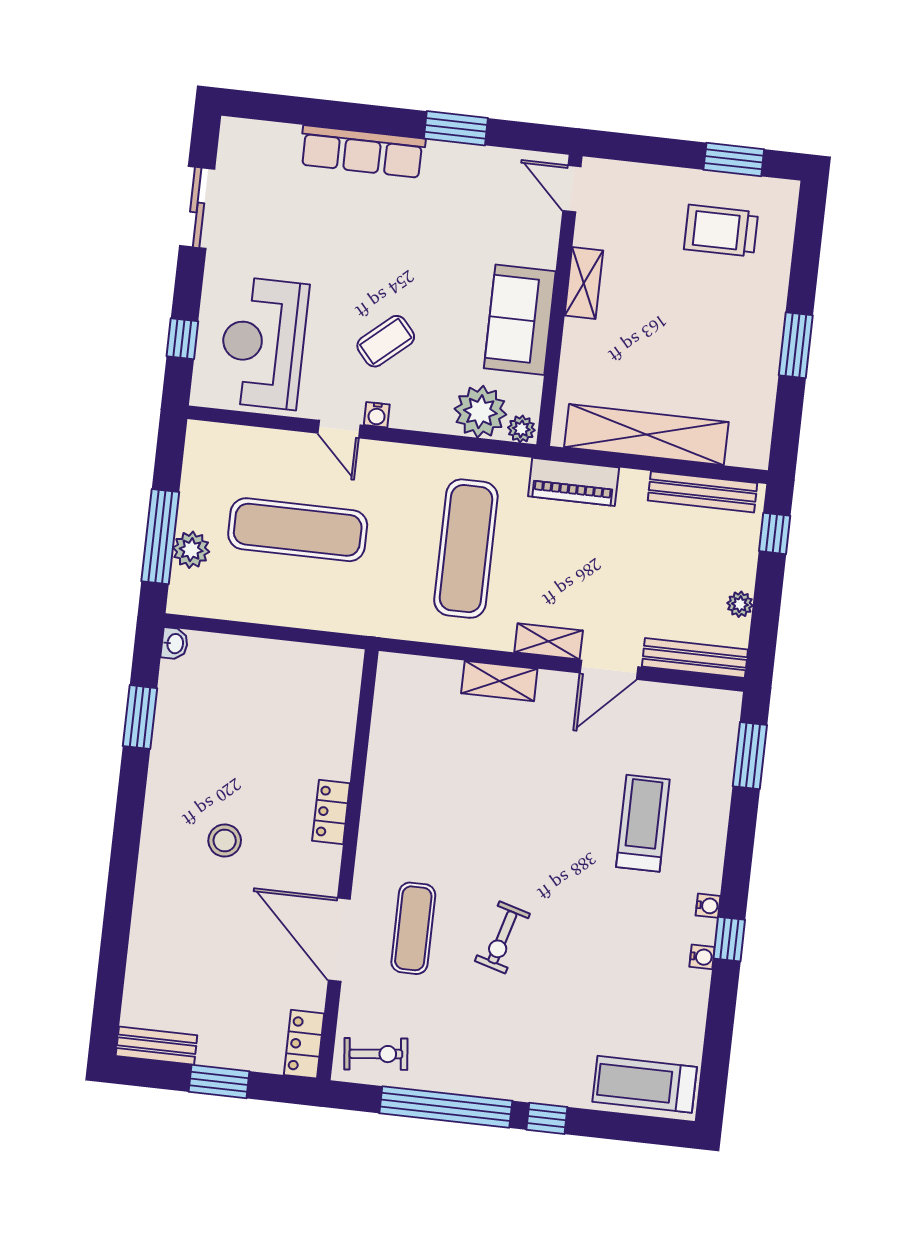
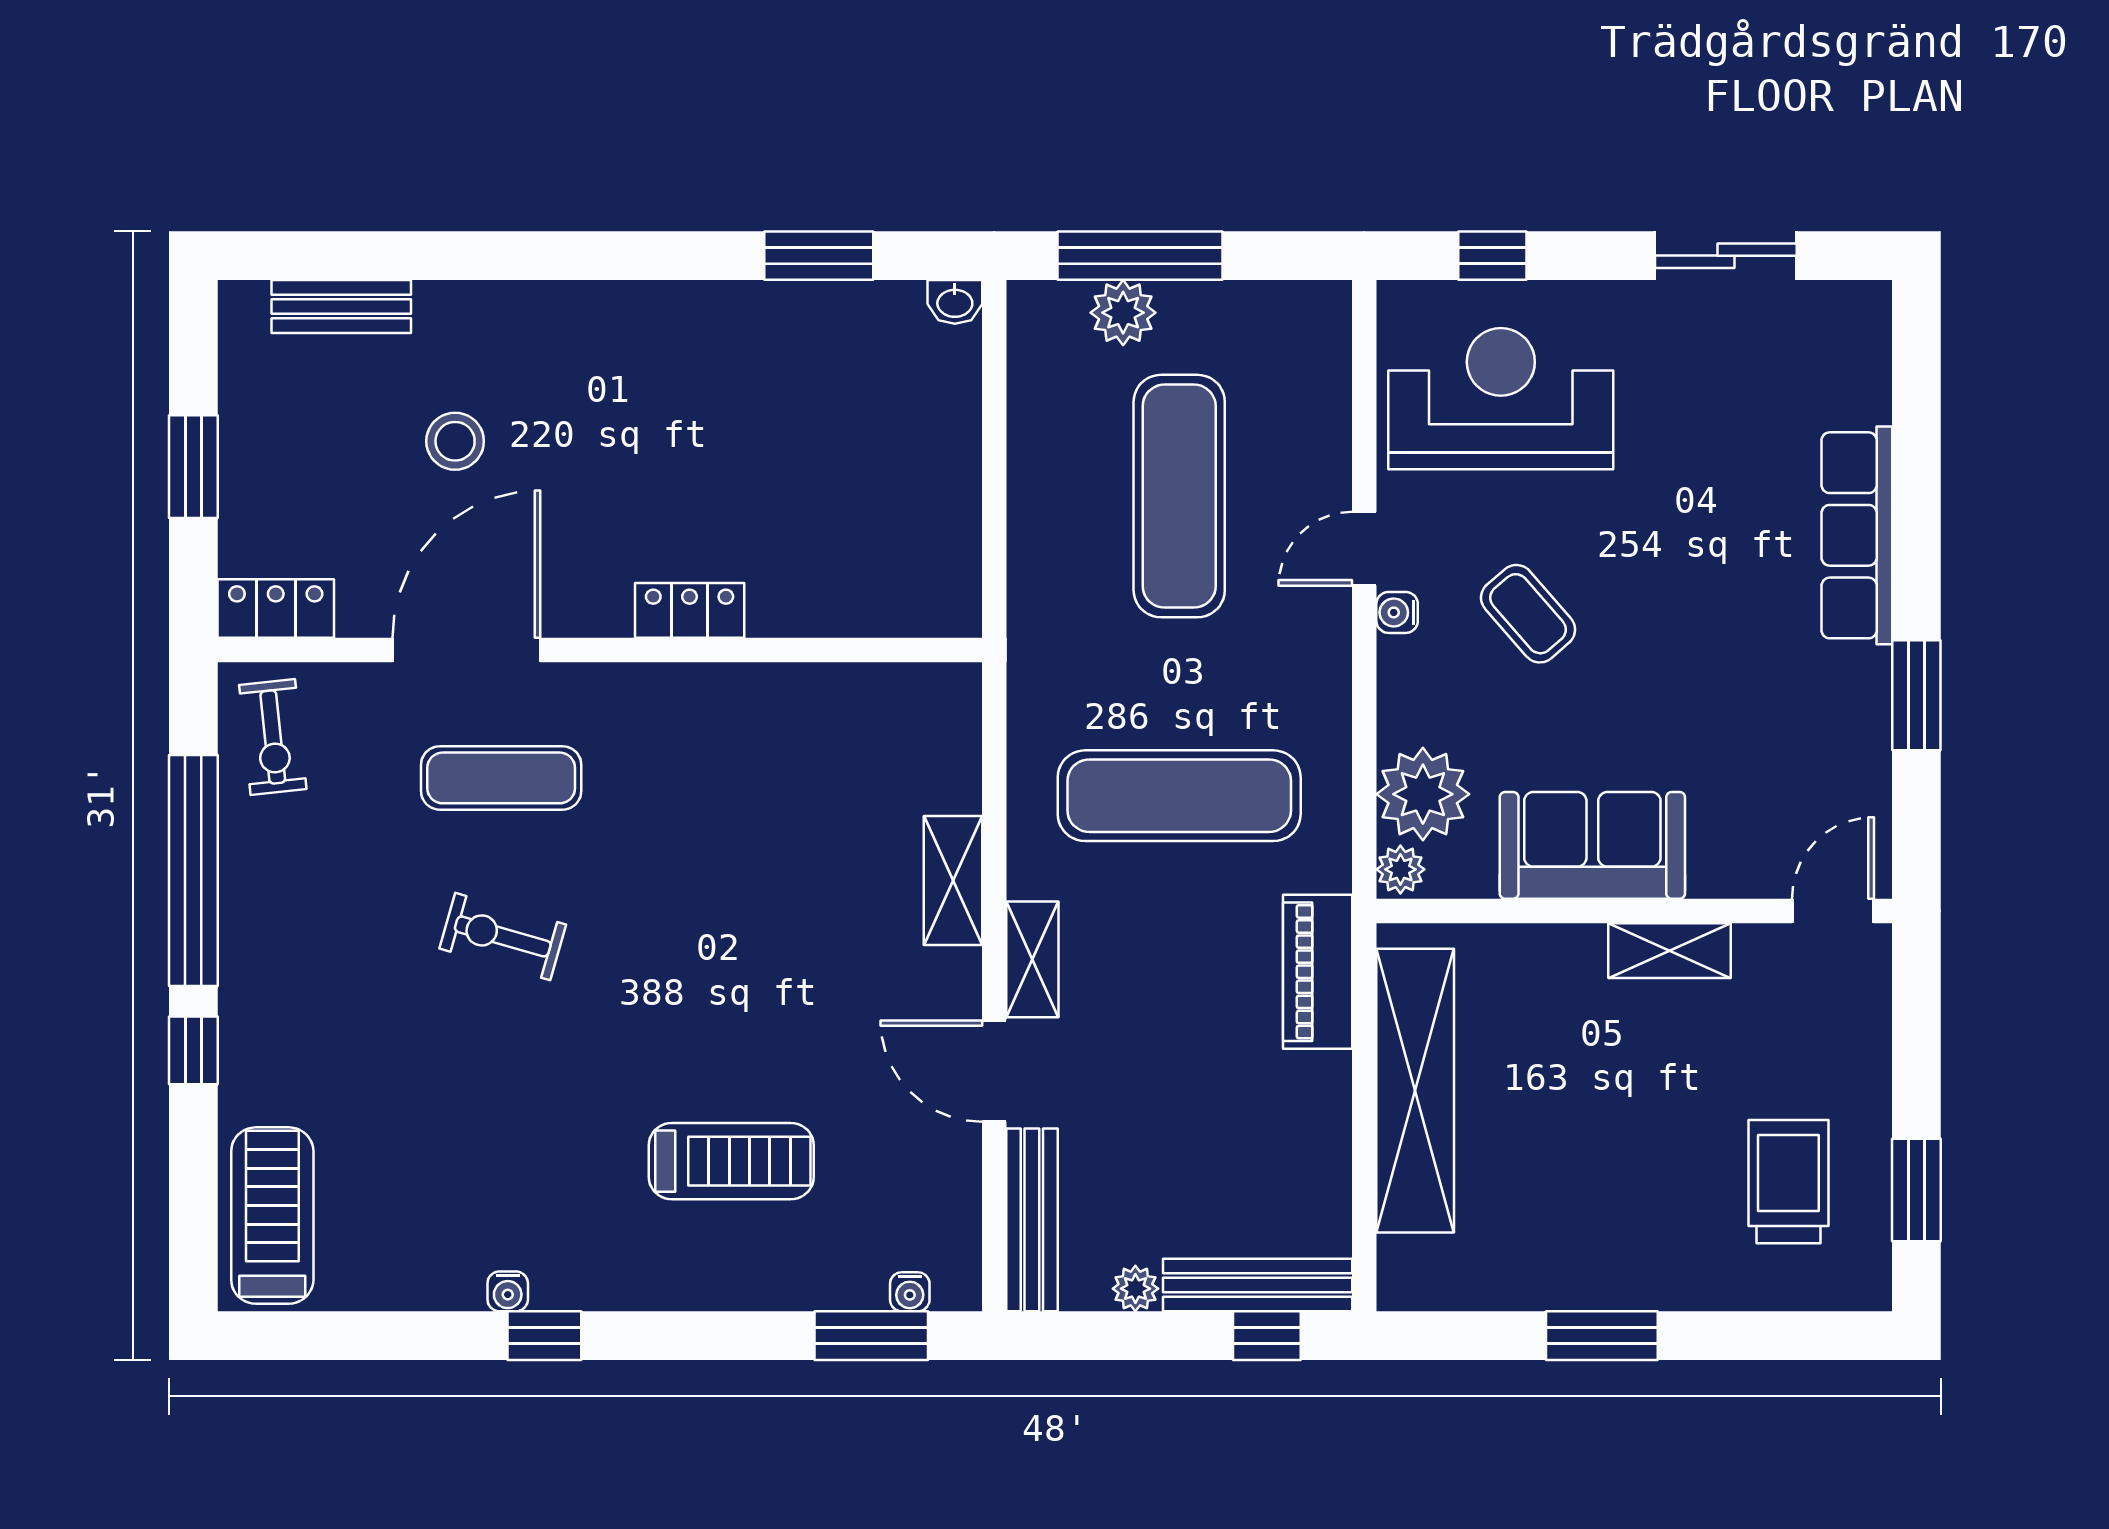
bench: (702, 492) -> (1258, 1285), moved, turned 90
stool: (225, 840) -> (455, 441), moved
water cooler: (708, 906) -> (910, 1292), moved
bench: (156, 1046) -> (341, 307), moved, turned 90

